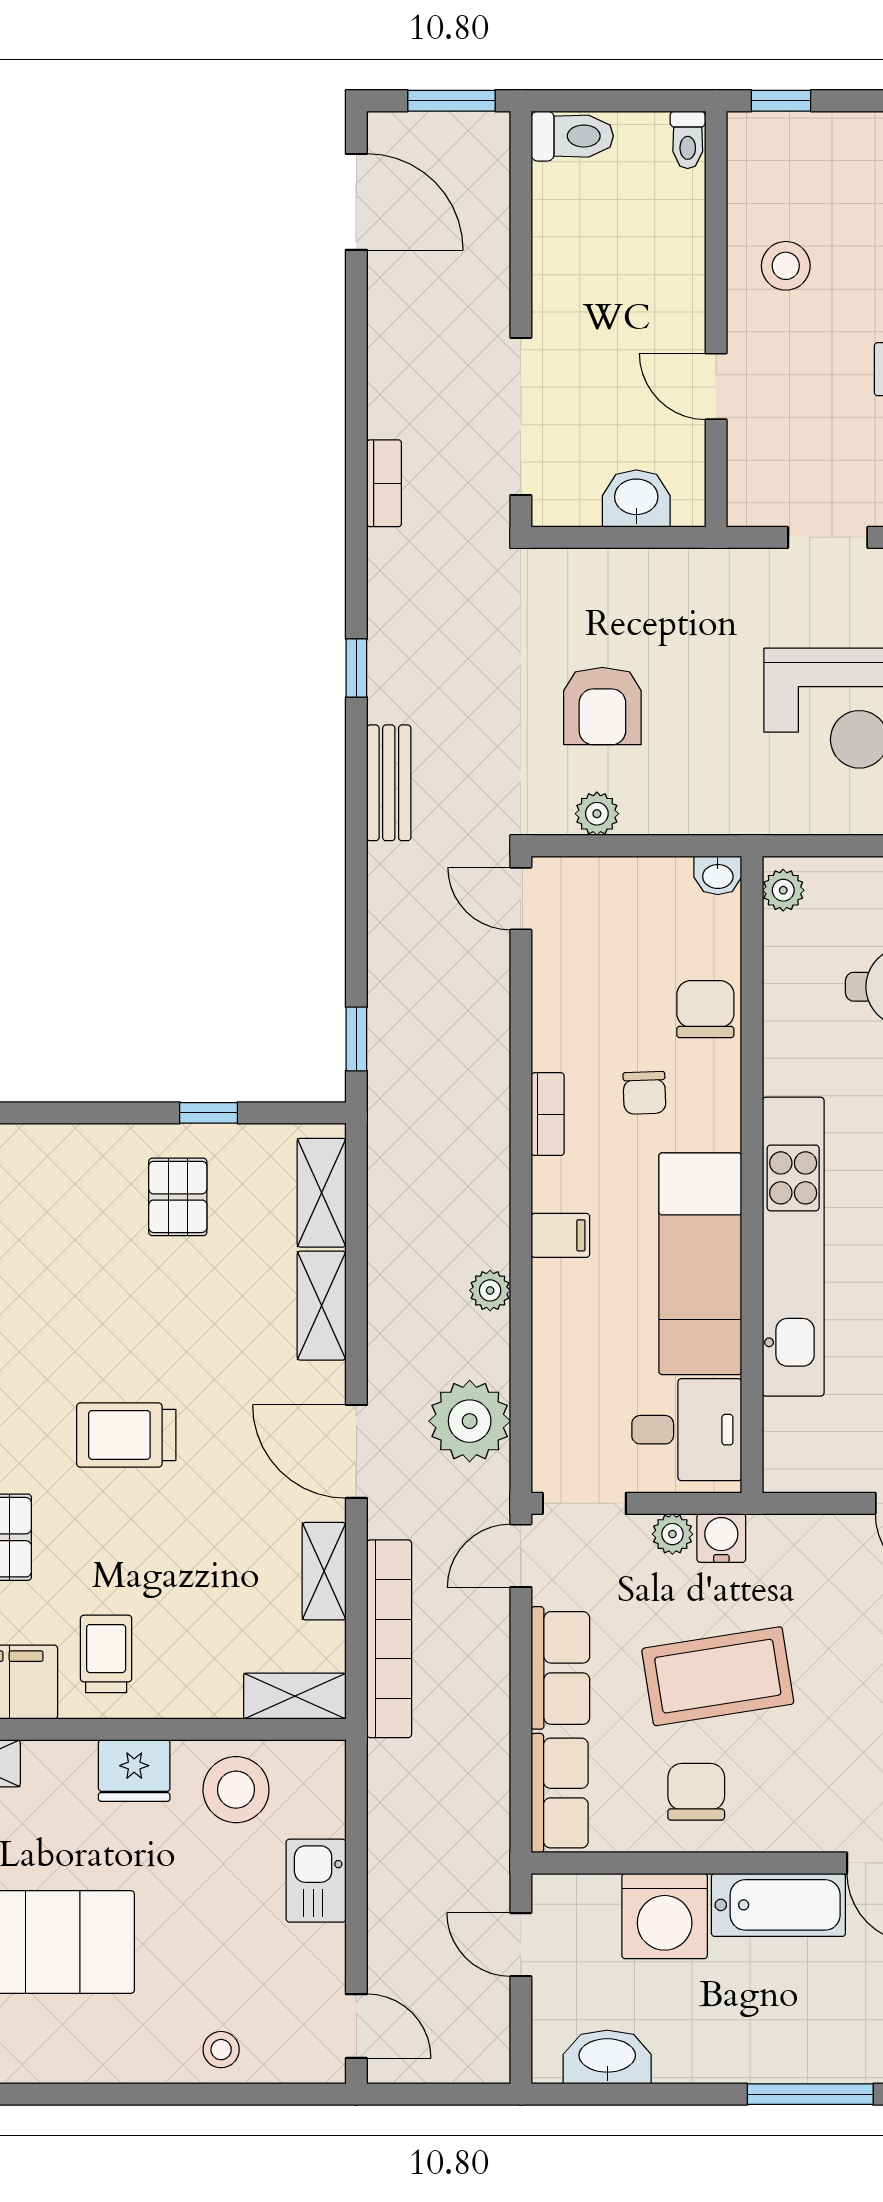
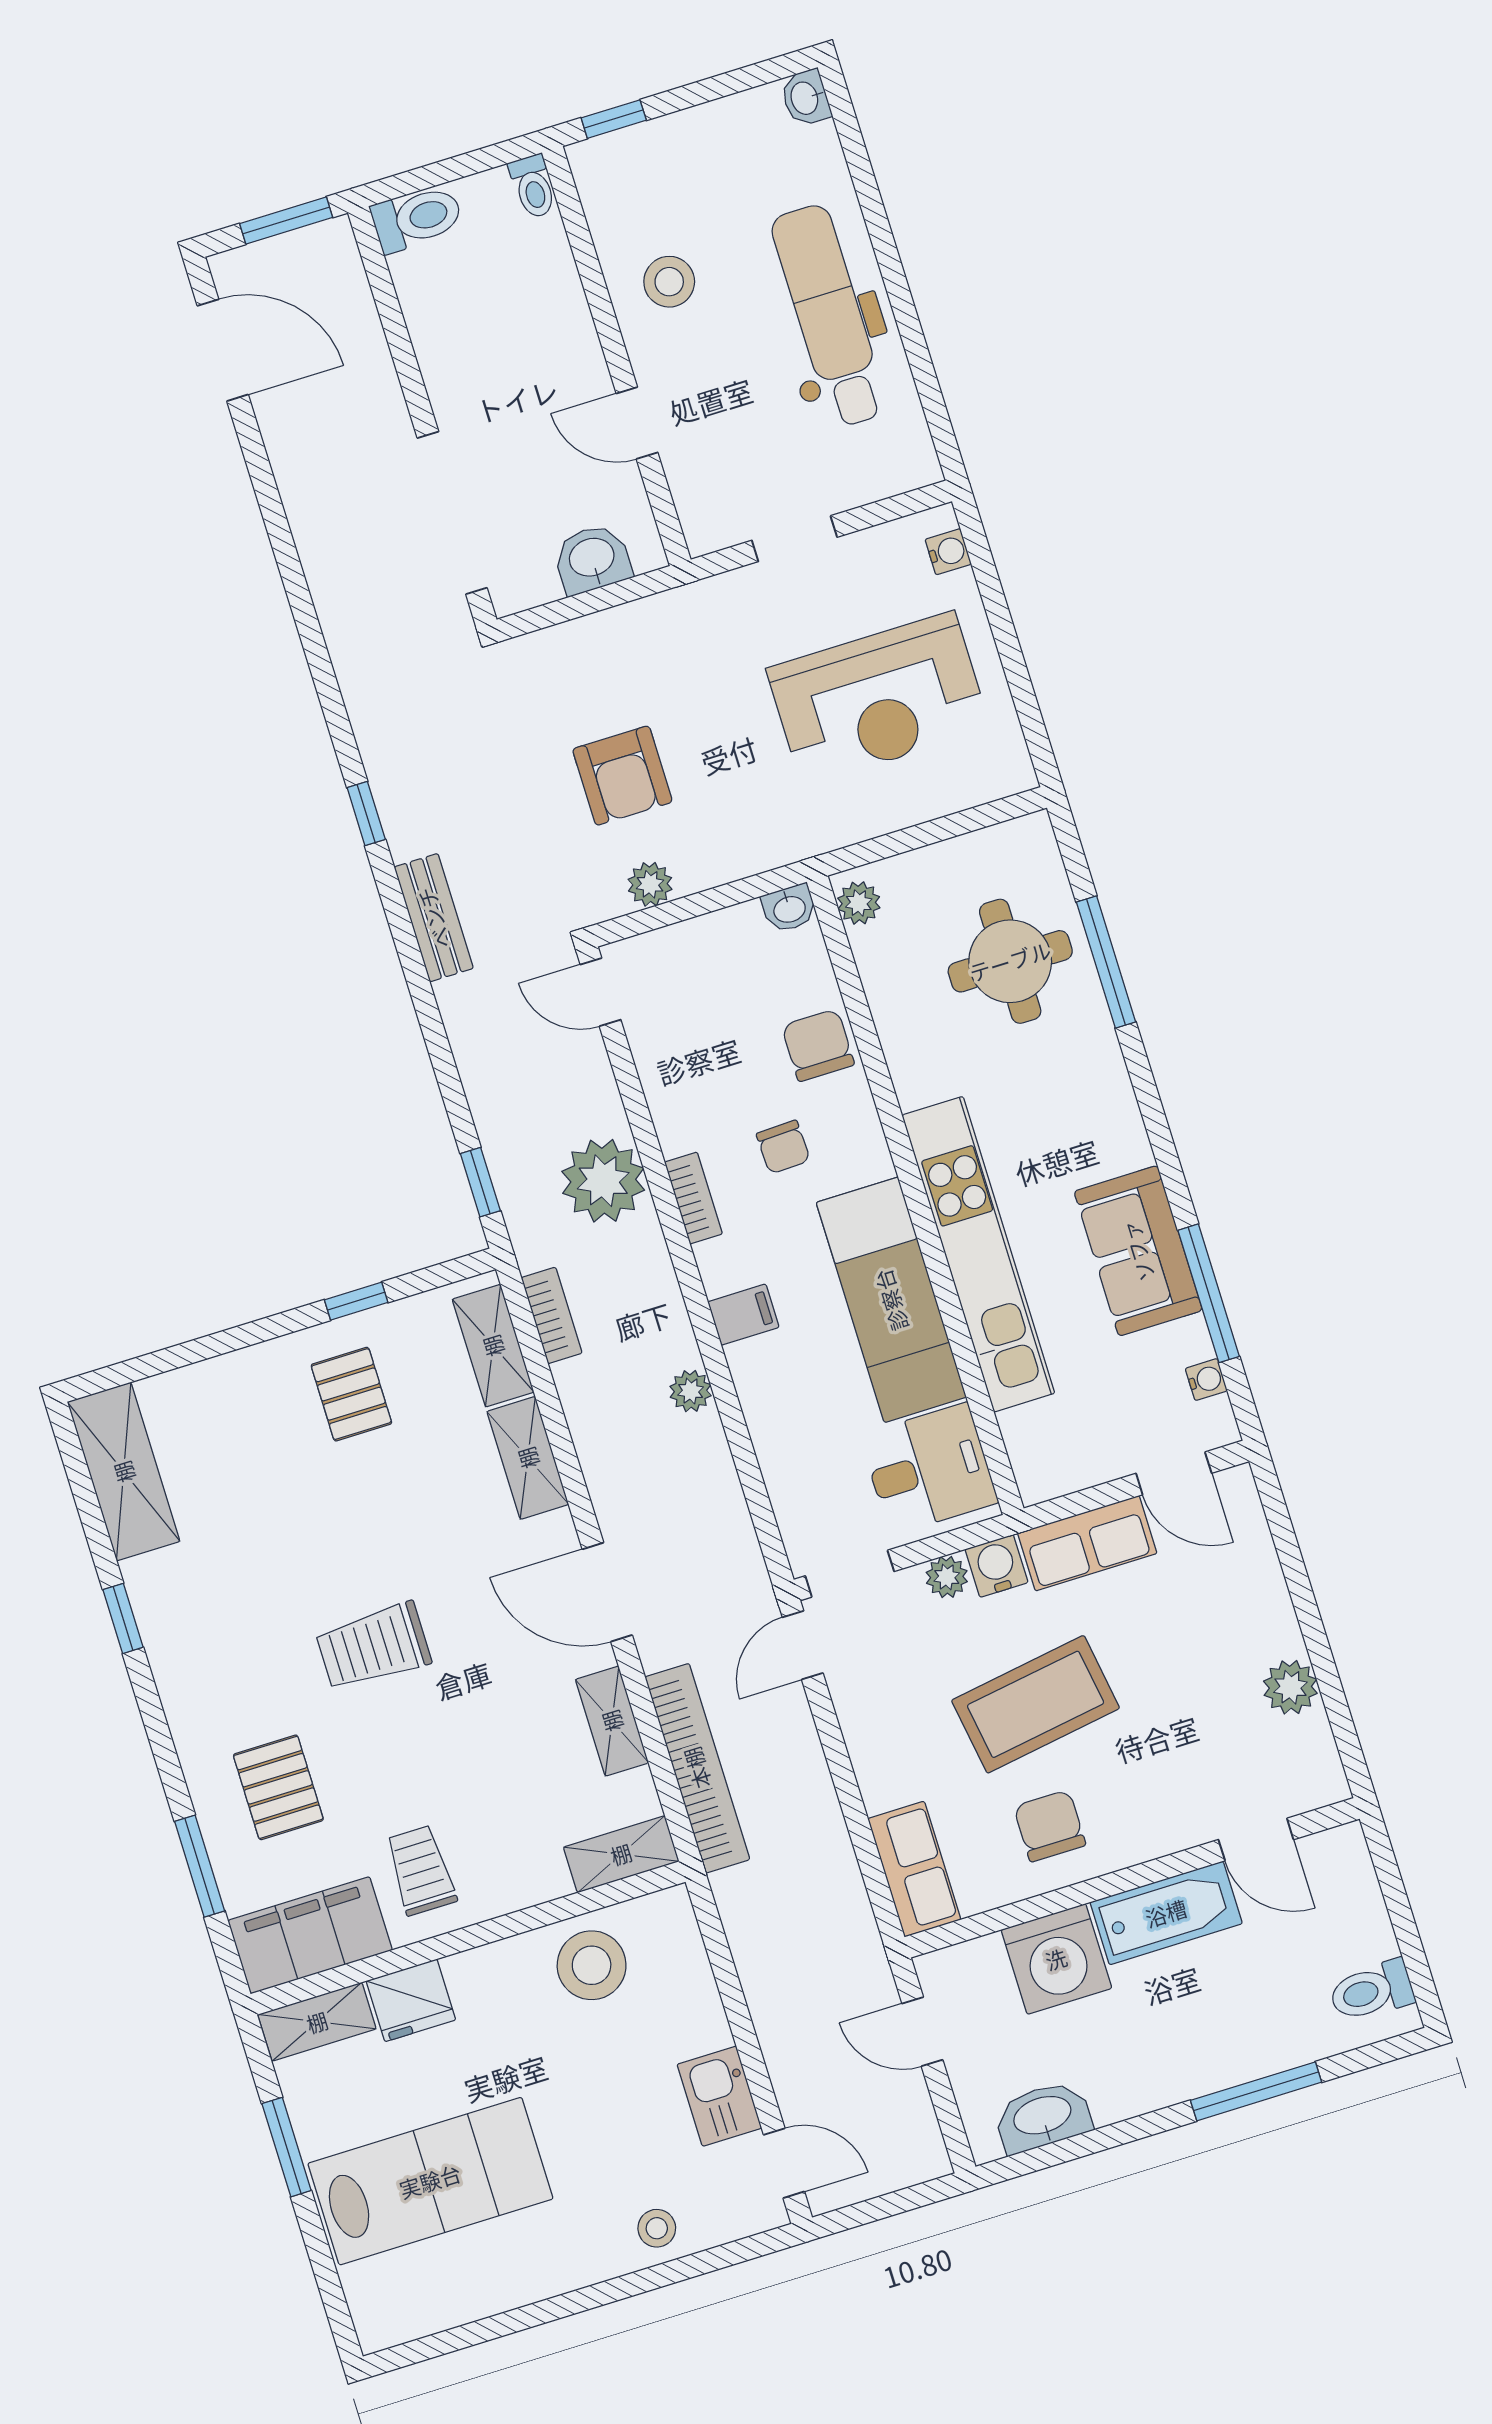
bookcase: (384, 483) -> (552, 1315), moved
plant: (470, 1421) -> (603, 1181), moved
row of seats: (560, 1668) -> (1087, 1543), moved, turned 90
fridge: (134, 1770) -> (411, 2000), moved
kitchen sink: (316, 1881) -> (719, 2096), moved

